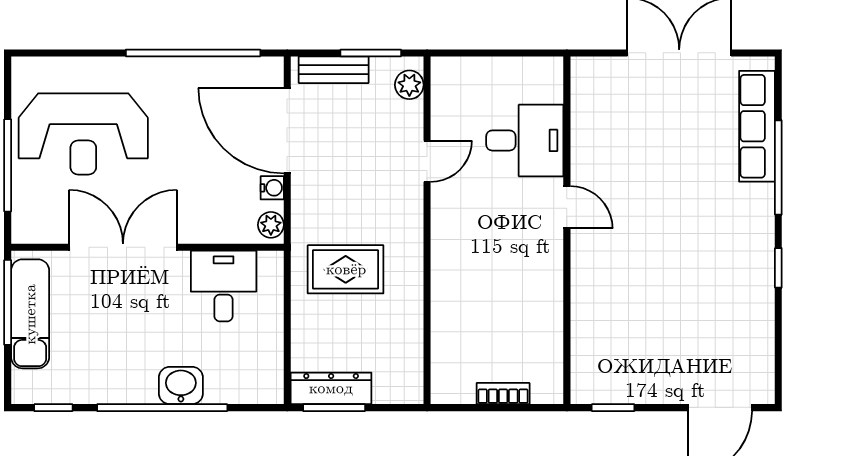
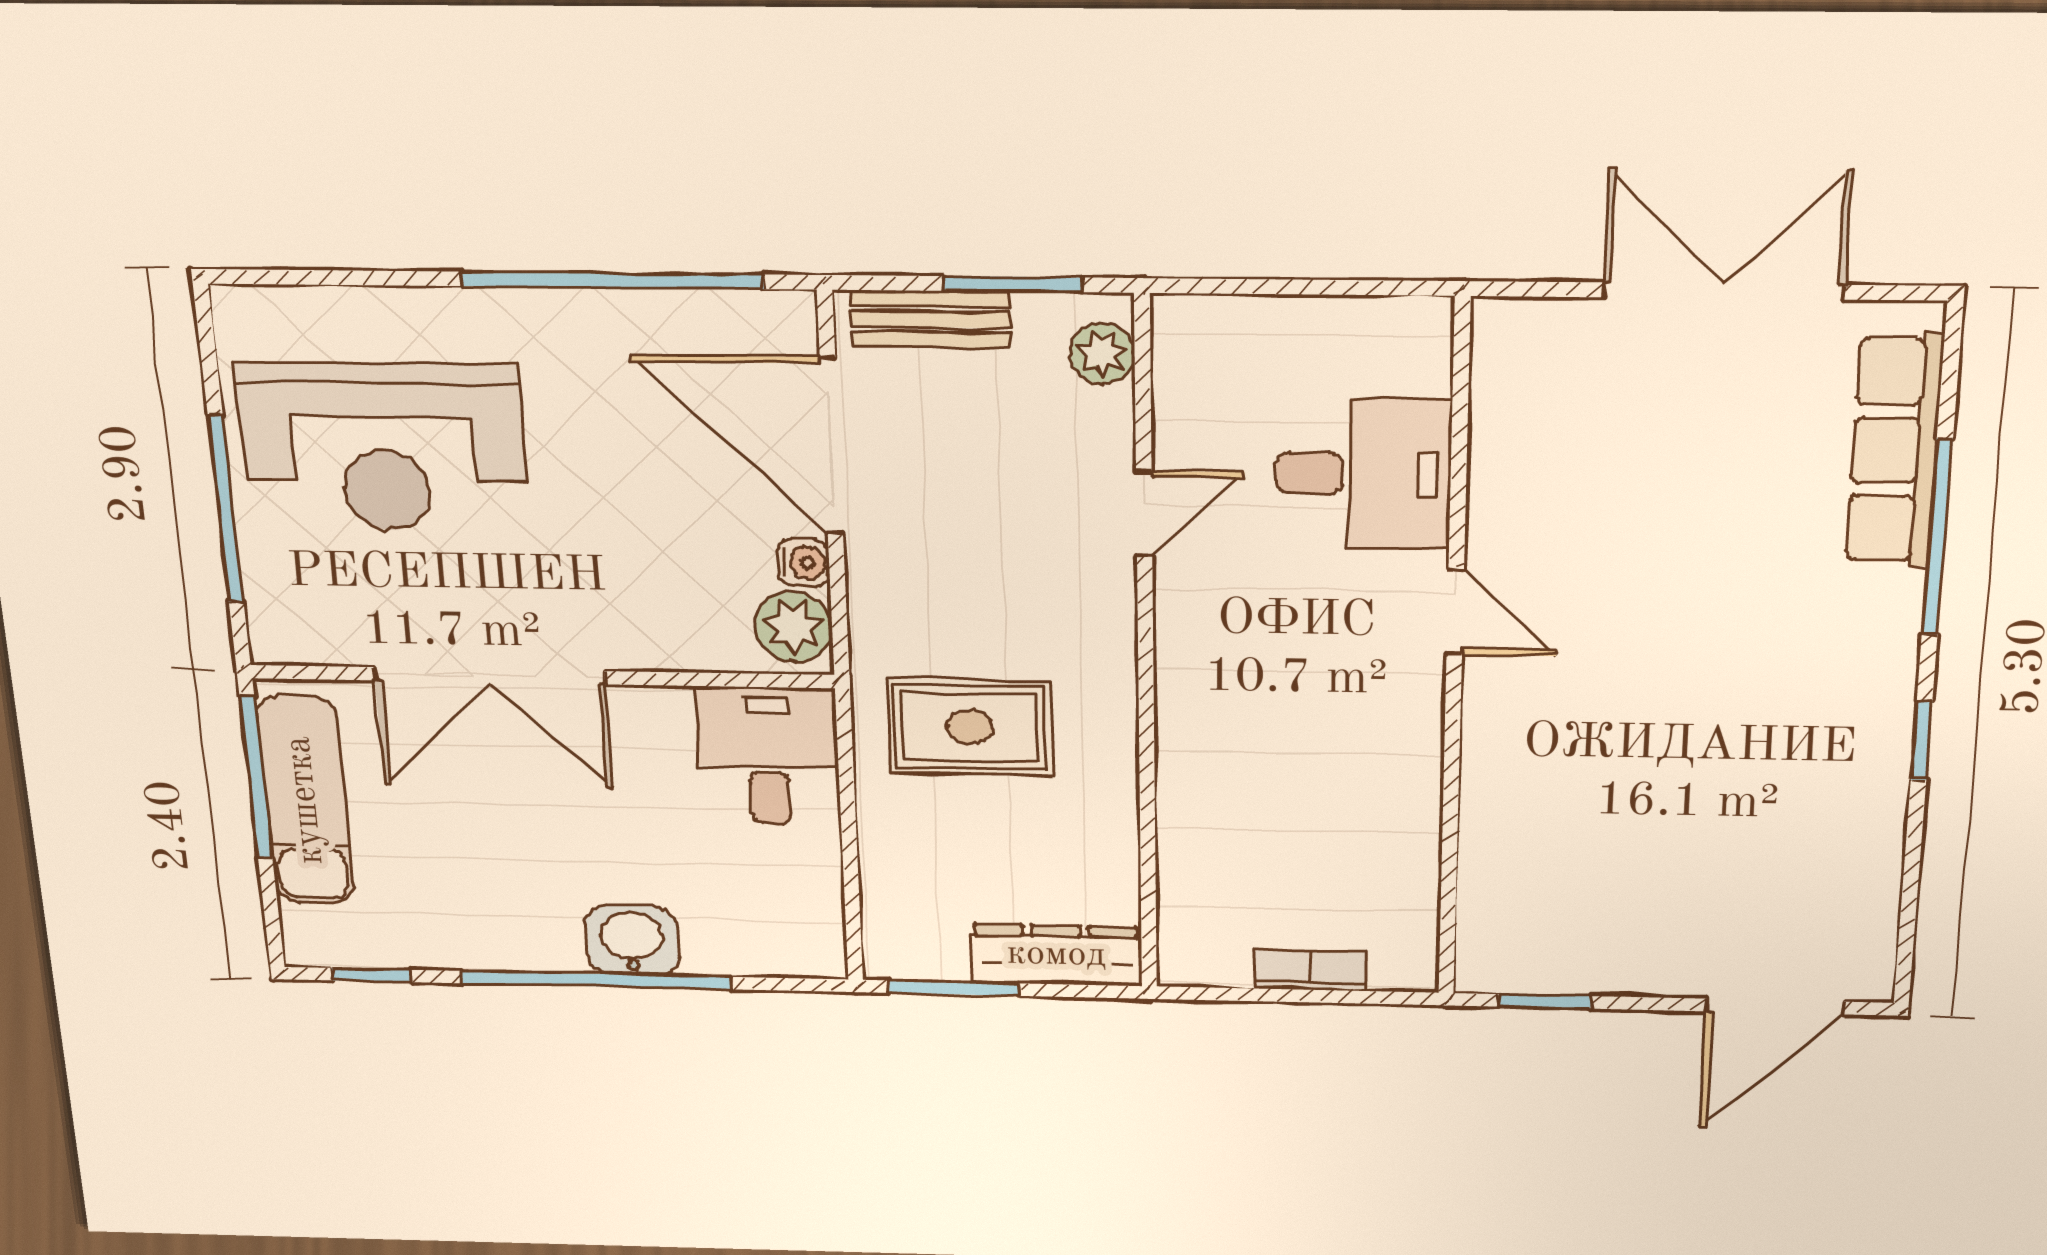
plant: (271, 225) -> (794, 627), width x1.38, depth x1.38
double door: (123, 247) -> (489, 676), swing flipped
desk: (224, 286) -> (768, 756), moved
dresser: (331, 388) -> (1056, 955), moved

